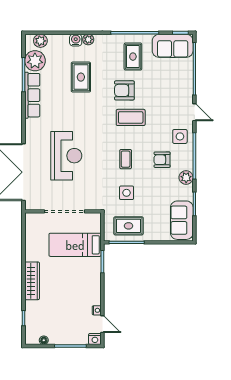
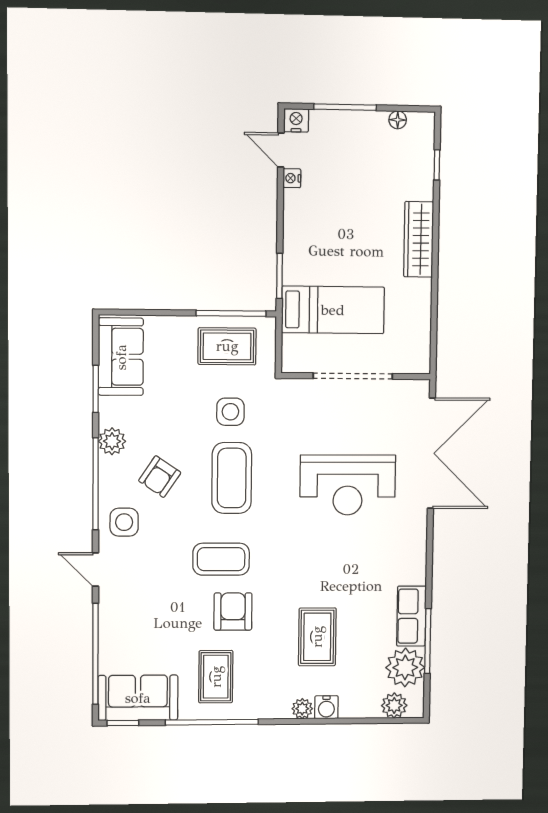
armchair: (124, 90) -> (233, 611), turned -90
row of seats: (32, 95) -> (411, 616), width x0.68
reception desk: (66, 156) -> (348, 485), turned -90
coffee table: (126, 159) -> (232, 478), width x1.86, depth x1.72
armchair: (162, 160) -> (160, 477), turned 124

